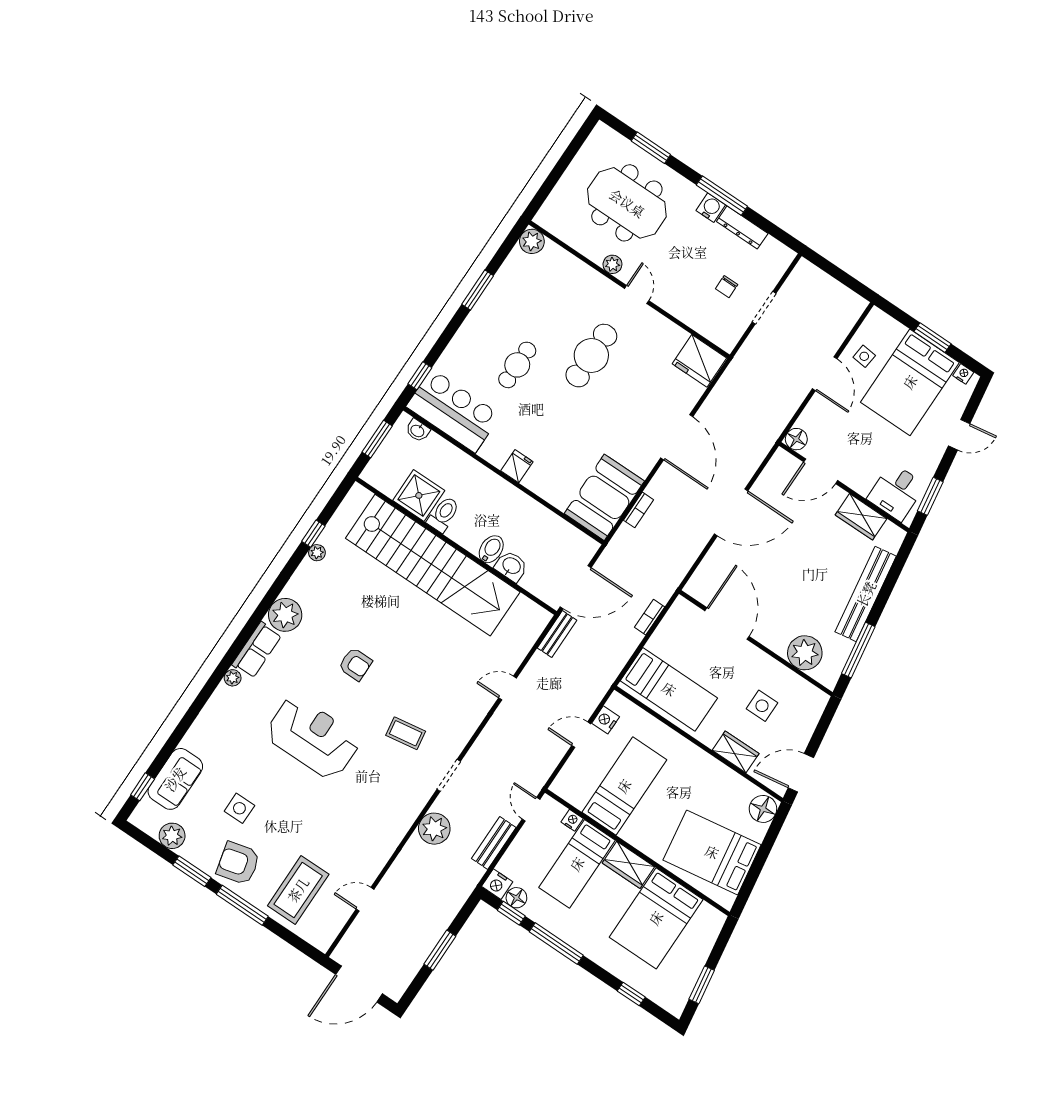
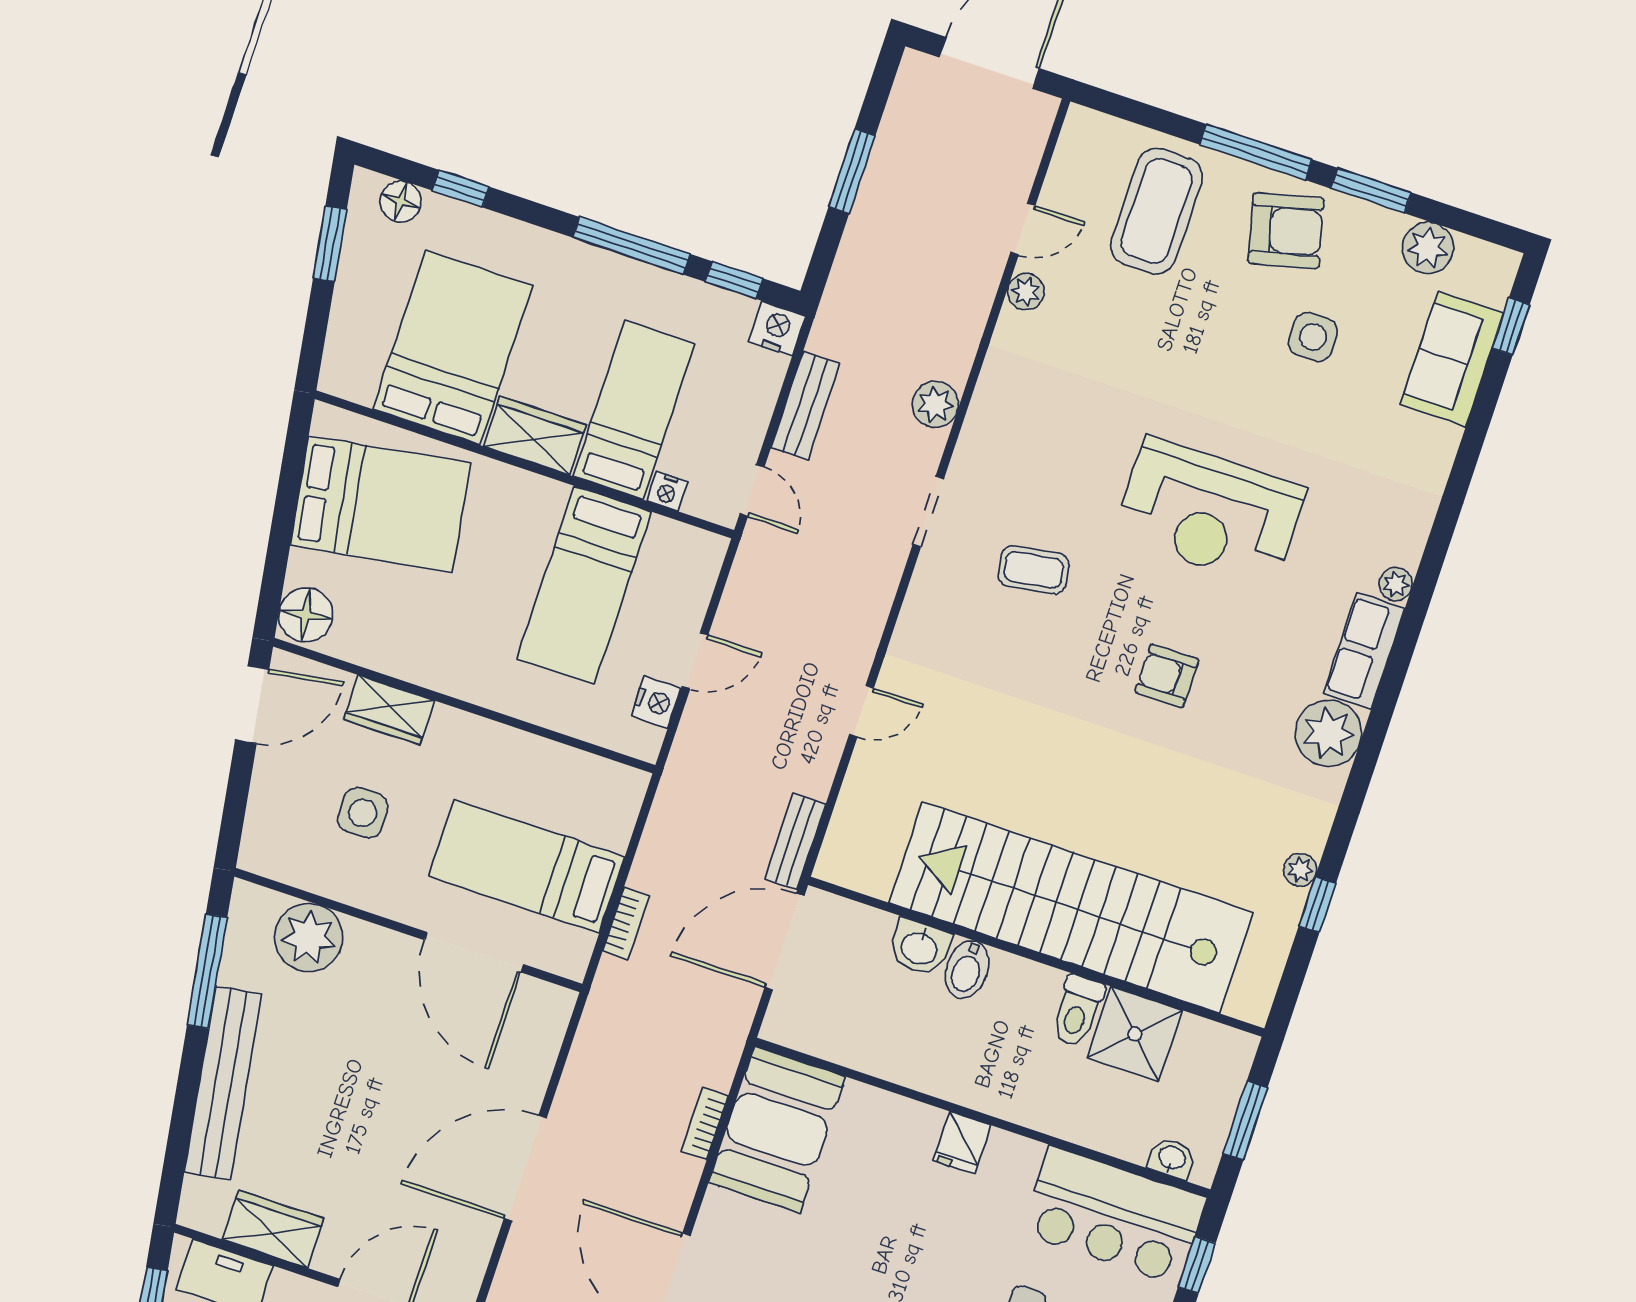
bed: (669, 689) -> (527, 866), moved
plant: (434, 829) -> (935, 404), width x0.73, depth x0.73
plant: (372, 869) -> (1026, 292), added
floor lamp: (516, 898) -> (401, 202), moved

